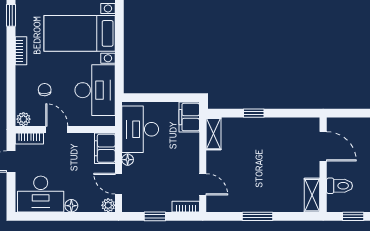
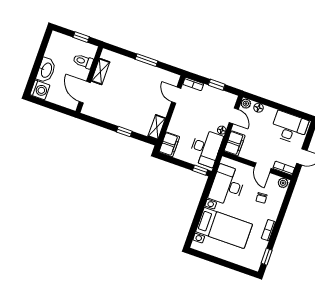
window: (137, 98) -> (200, 170), added
shelving: (312, 195) -> (101, 71), moved
floor lamp: (71, 206) -> (259, 108), moved

